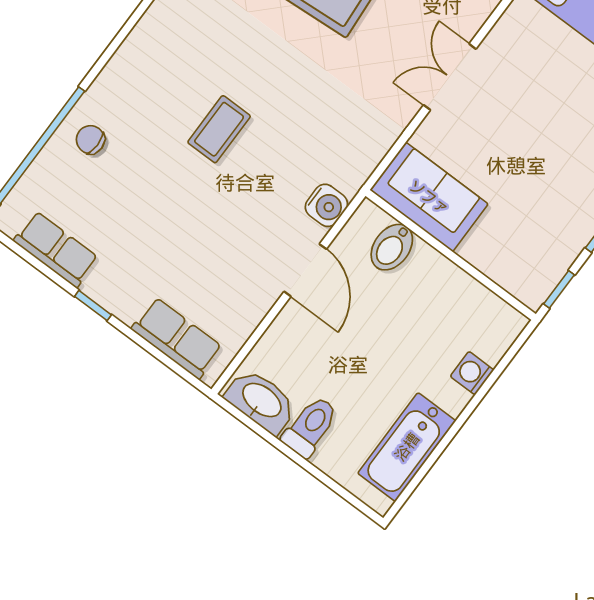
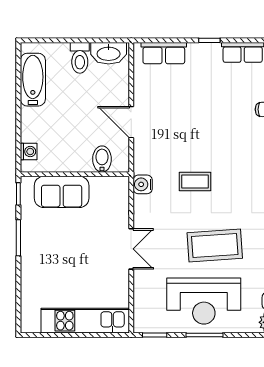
coffee table: (219, 129) -> (195, 182), moved, turned 90
sofa: (429, 197) -> (62, 192), moved
water cooler: (326, 205) -> (143, 184), moved
washing machine: (472, 373) -> (29, 152), moved

